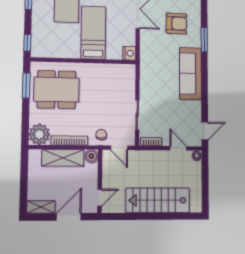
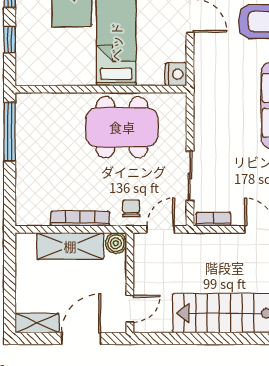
window: (27, 43) -> (10, 40), moved
window: (26, 85) -> (10, 132), width x1.44
dining table: (57, 90) -> (122, 127), moved
plant: (39, 134) -> (32, 209), removed
door: (119, 148) -> (161, 229), swing flipped

